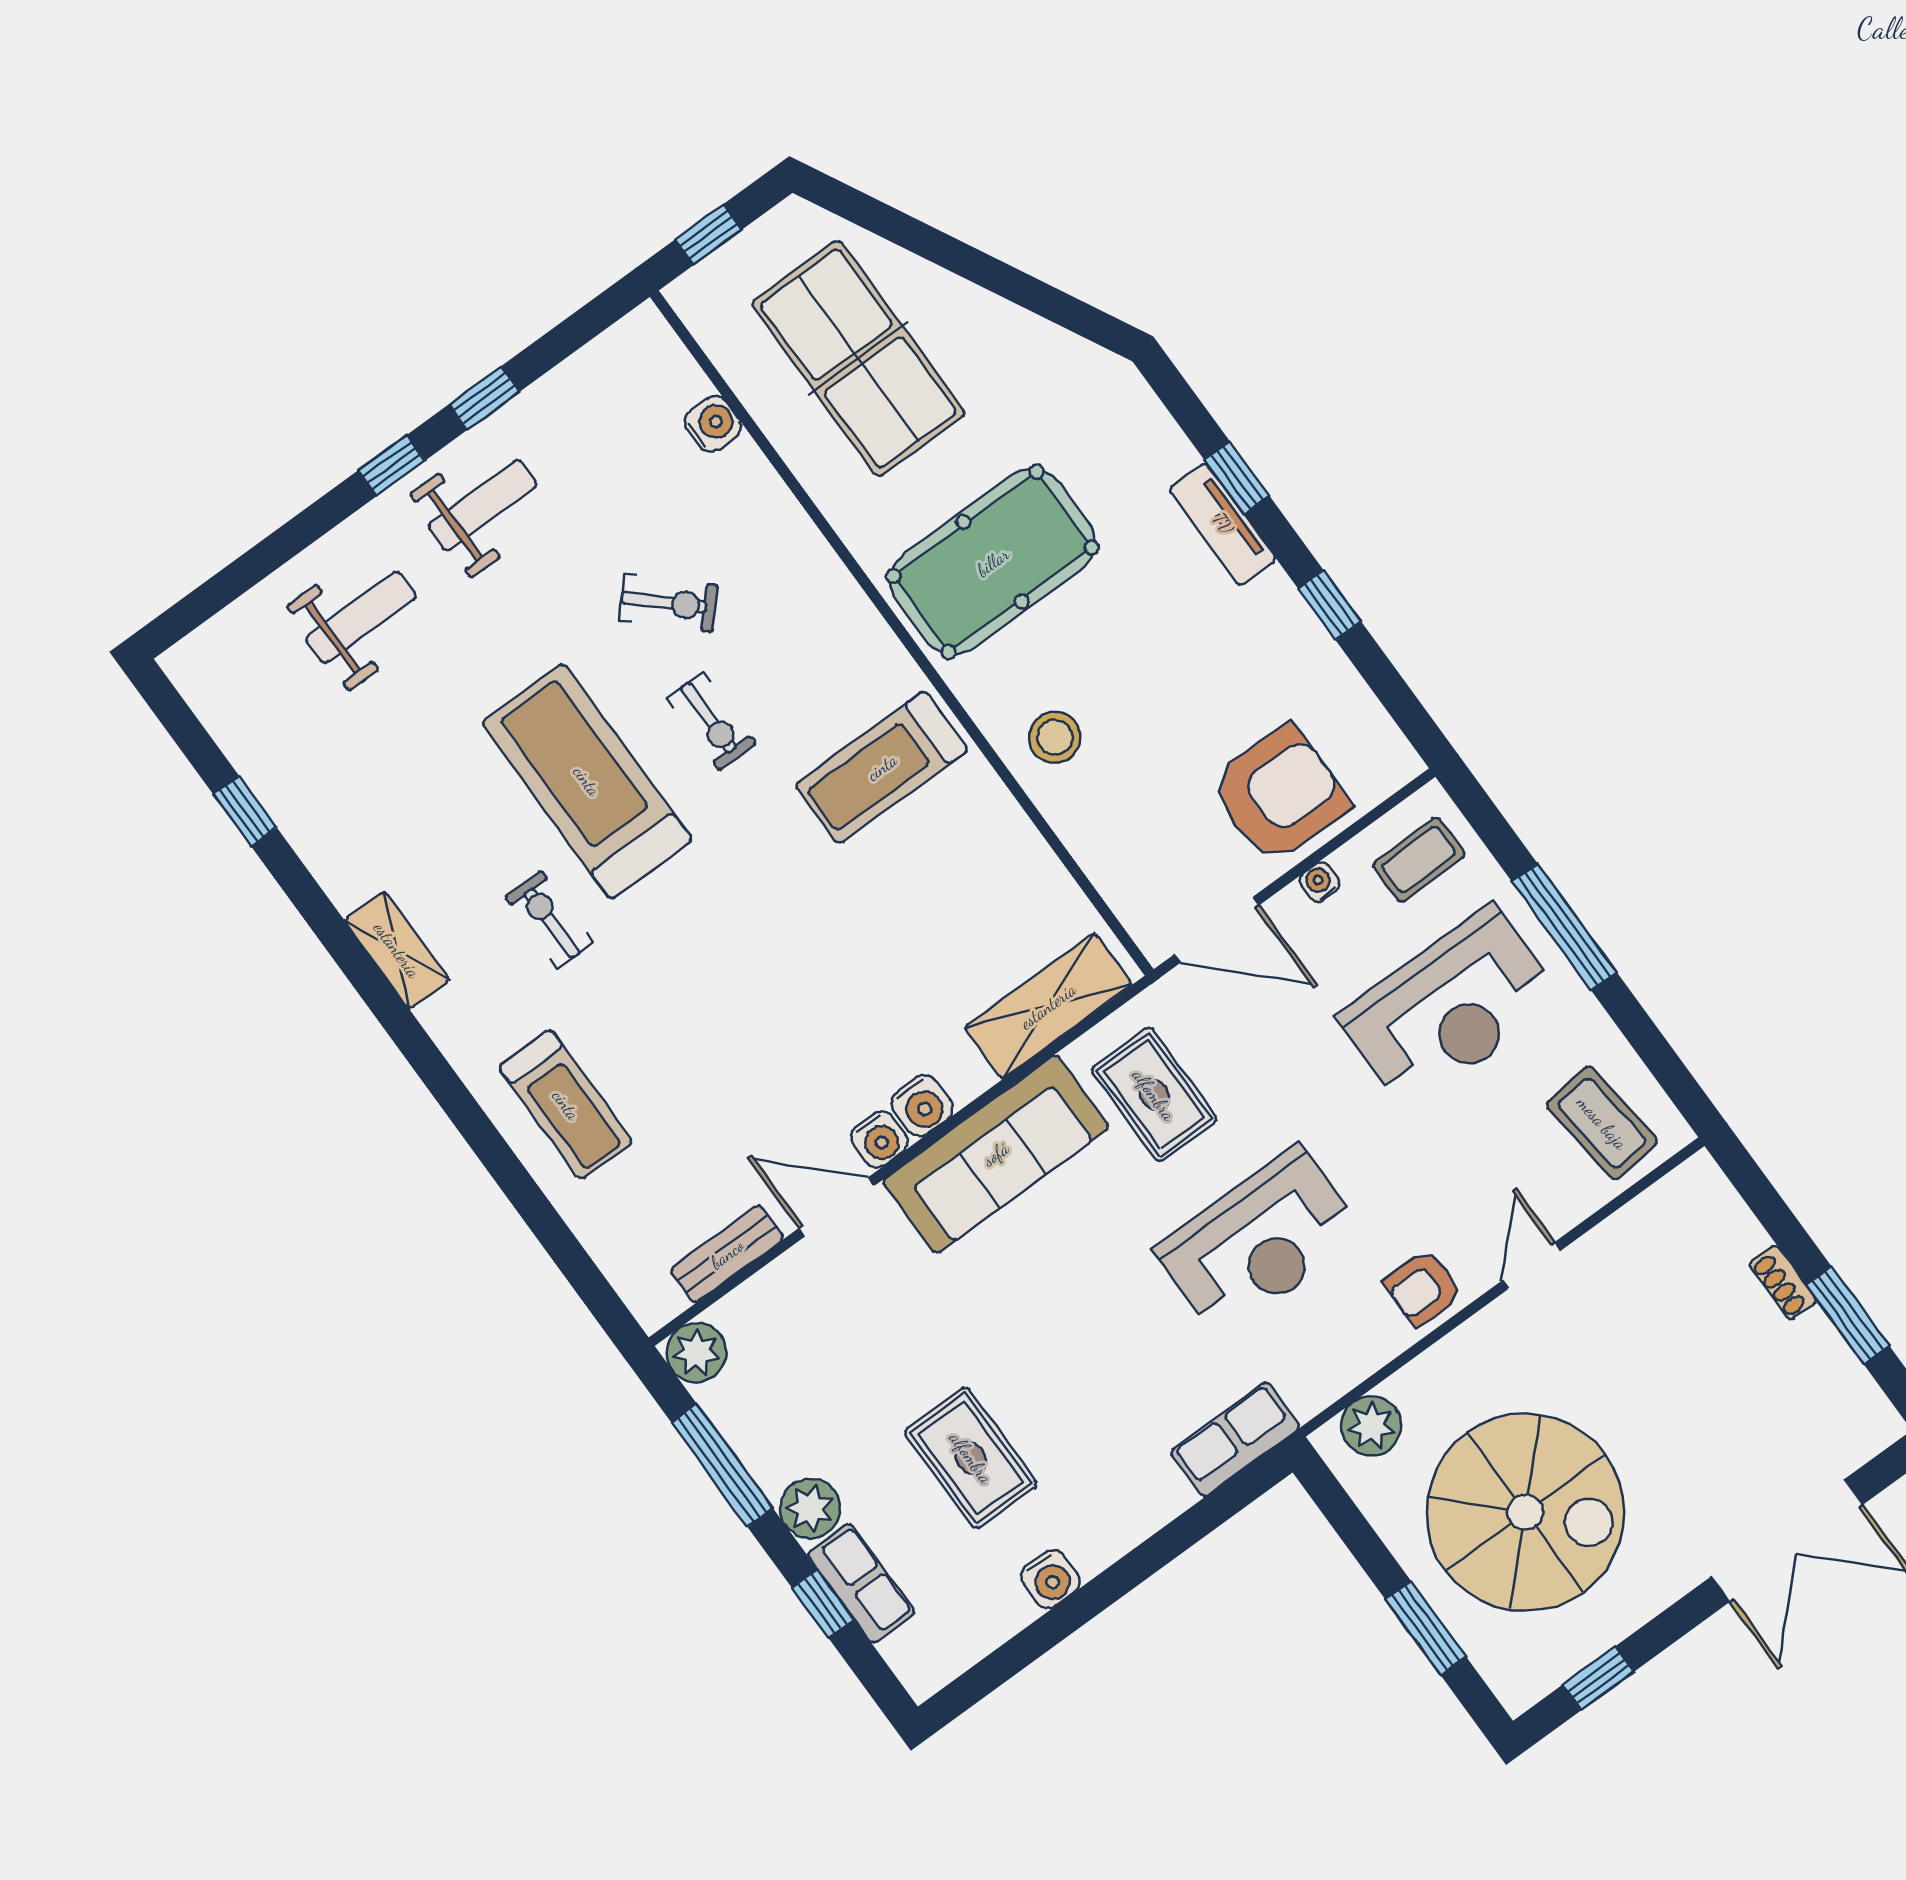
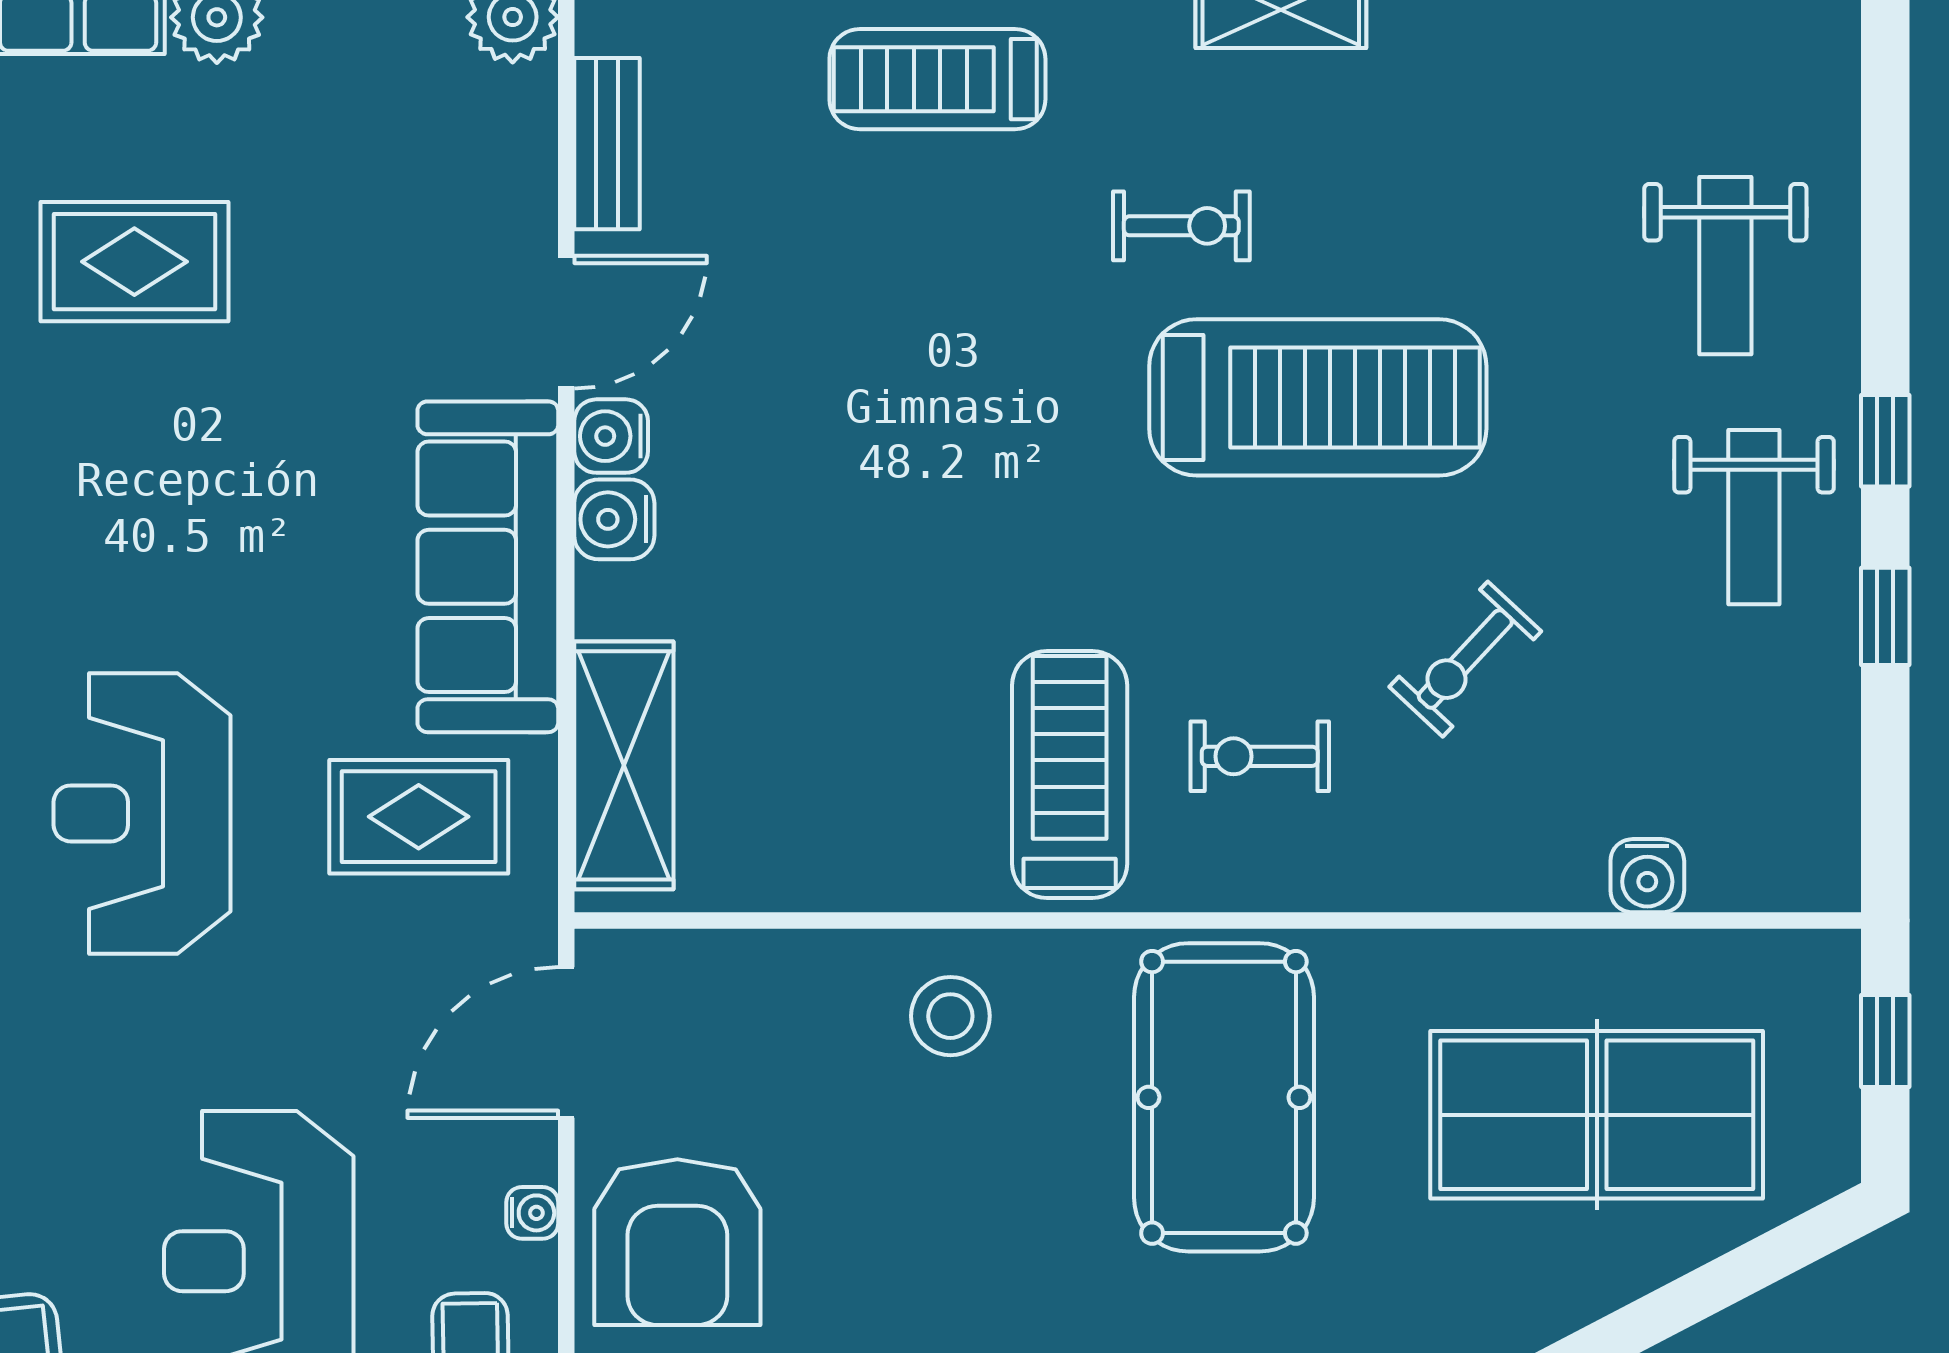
exercise bike: (711, 721) -> (1260, 756), moved

